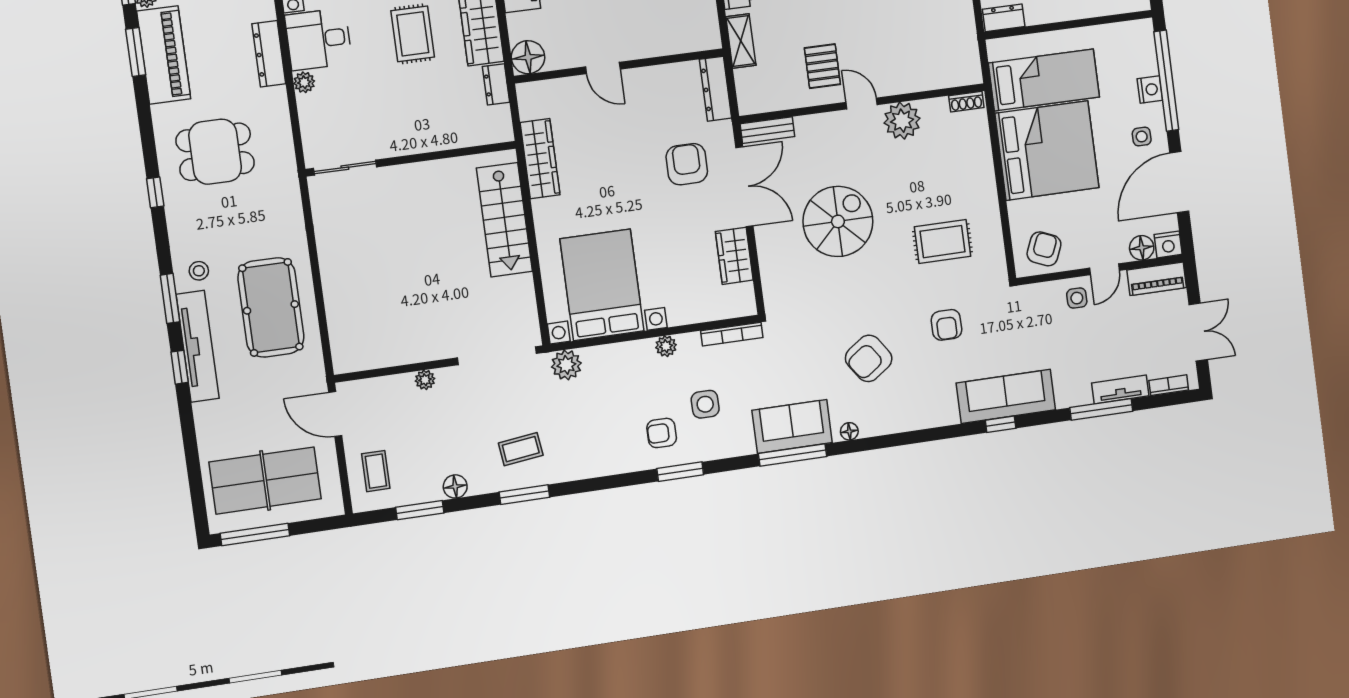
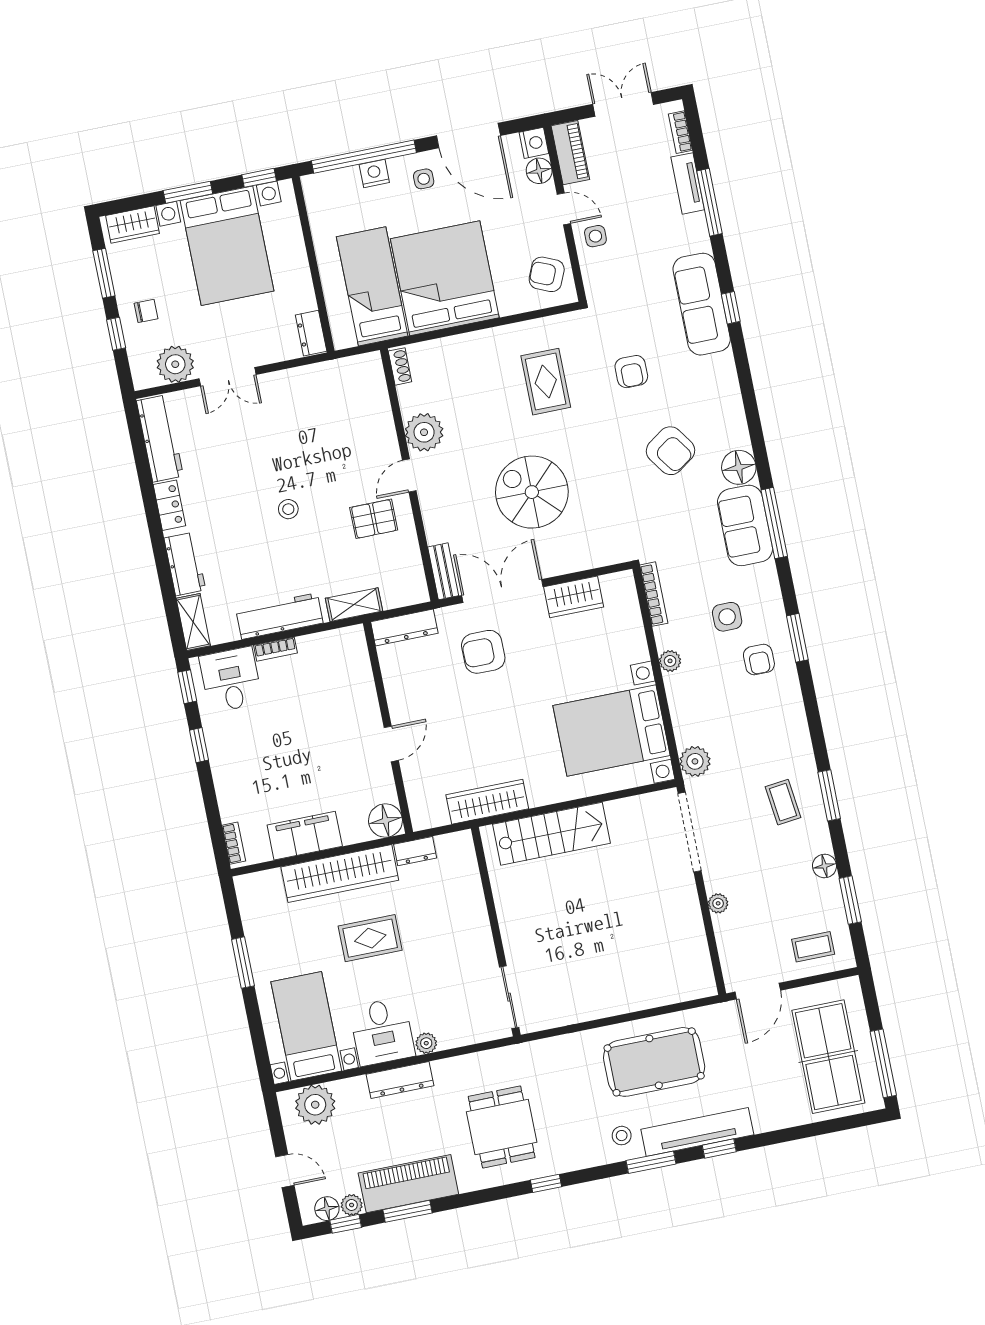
armchair: (946, 325) -> (631, 372), turned 90
floor lamp: (849, 431) -> (739, 467), width x1.89, depth x1.89

